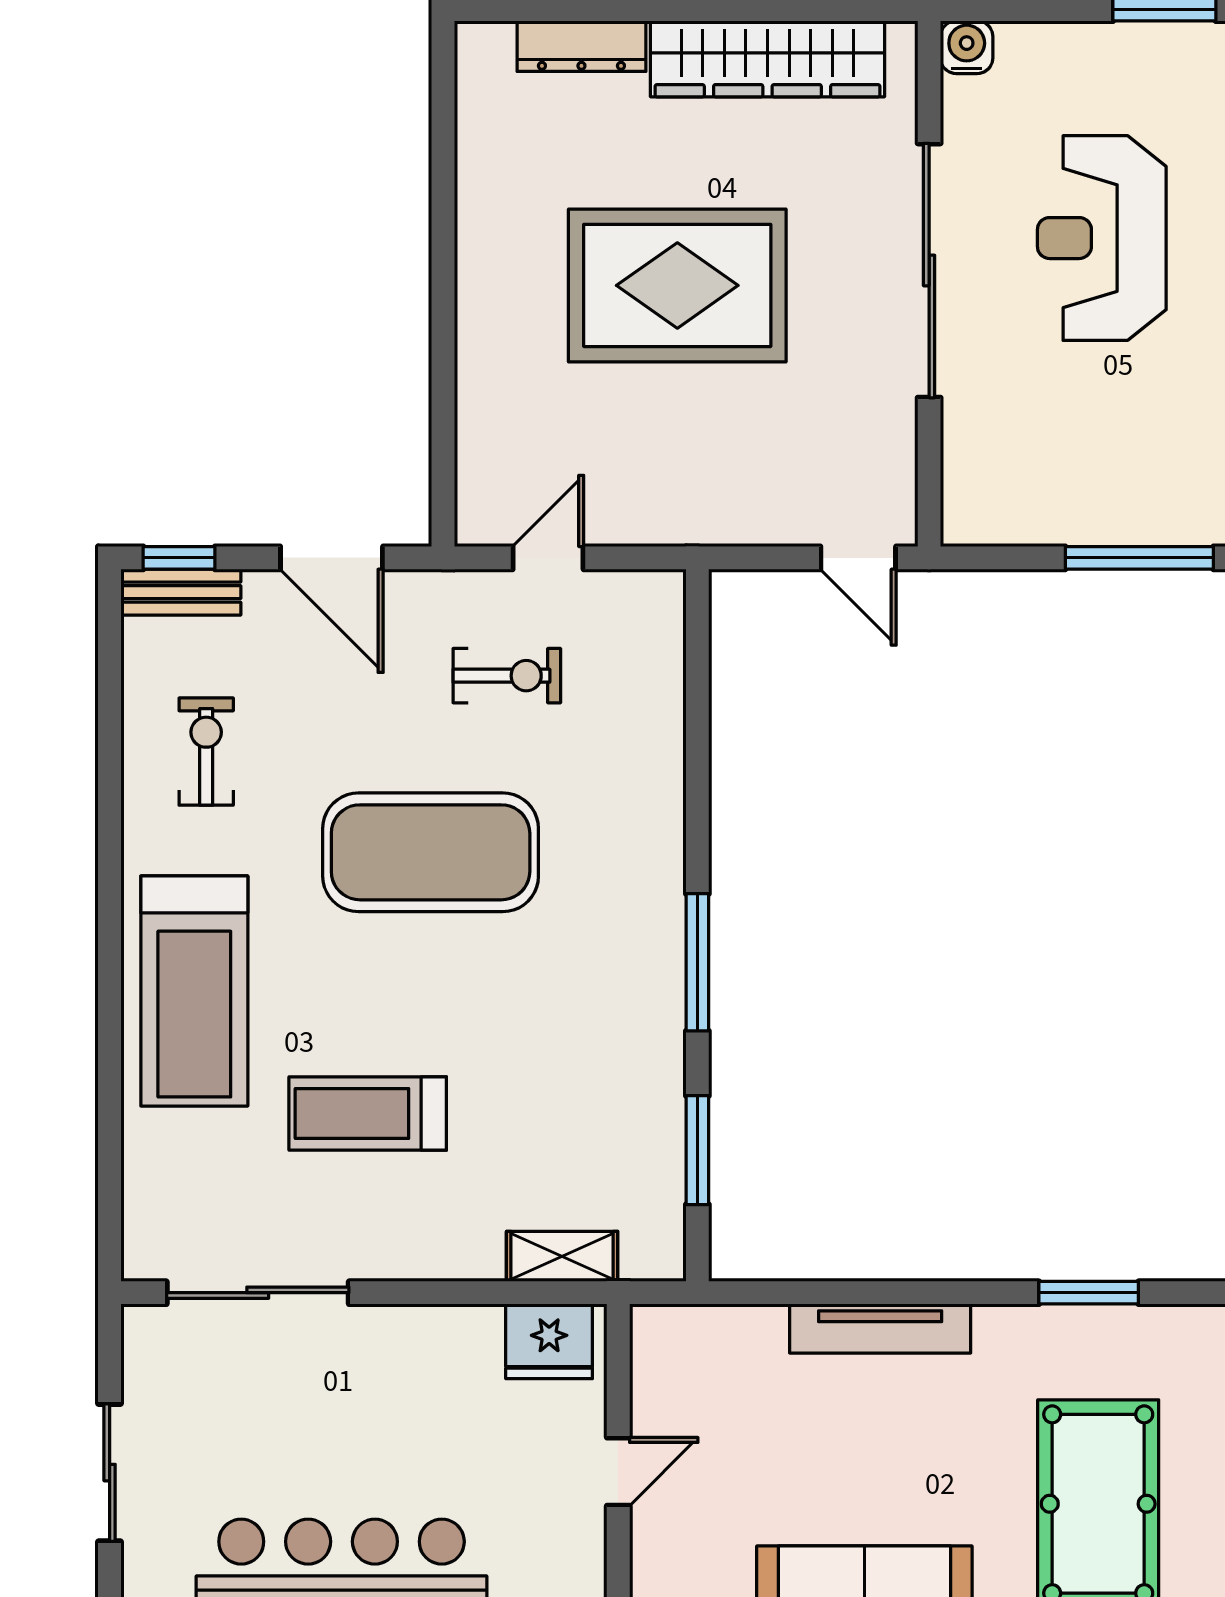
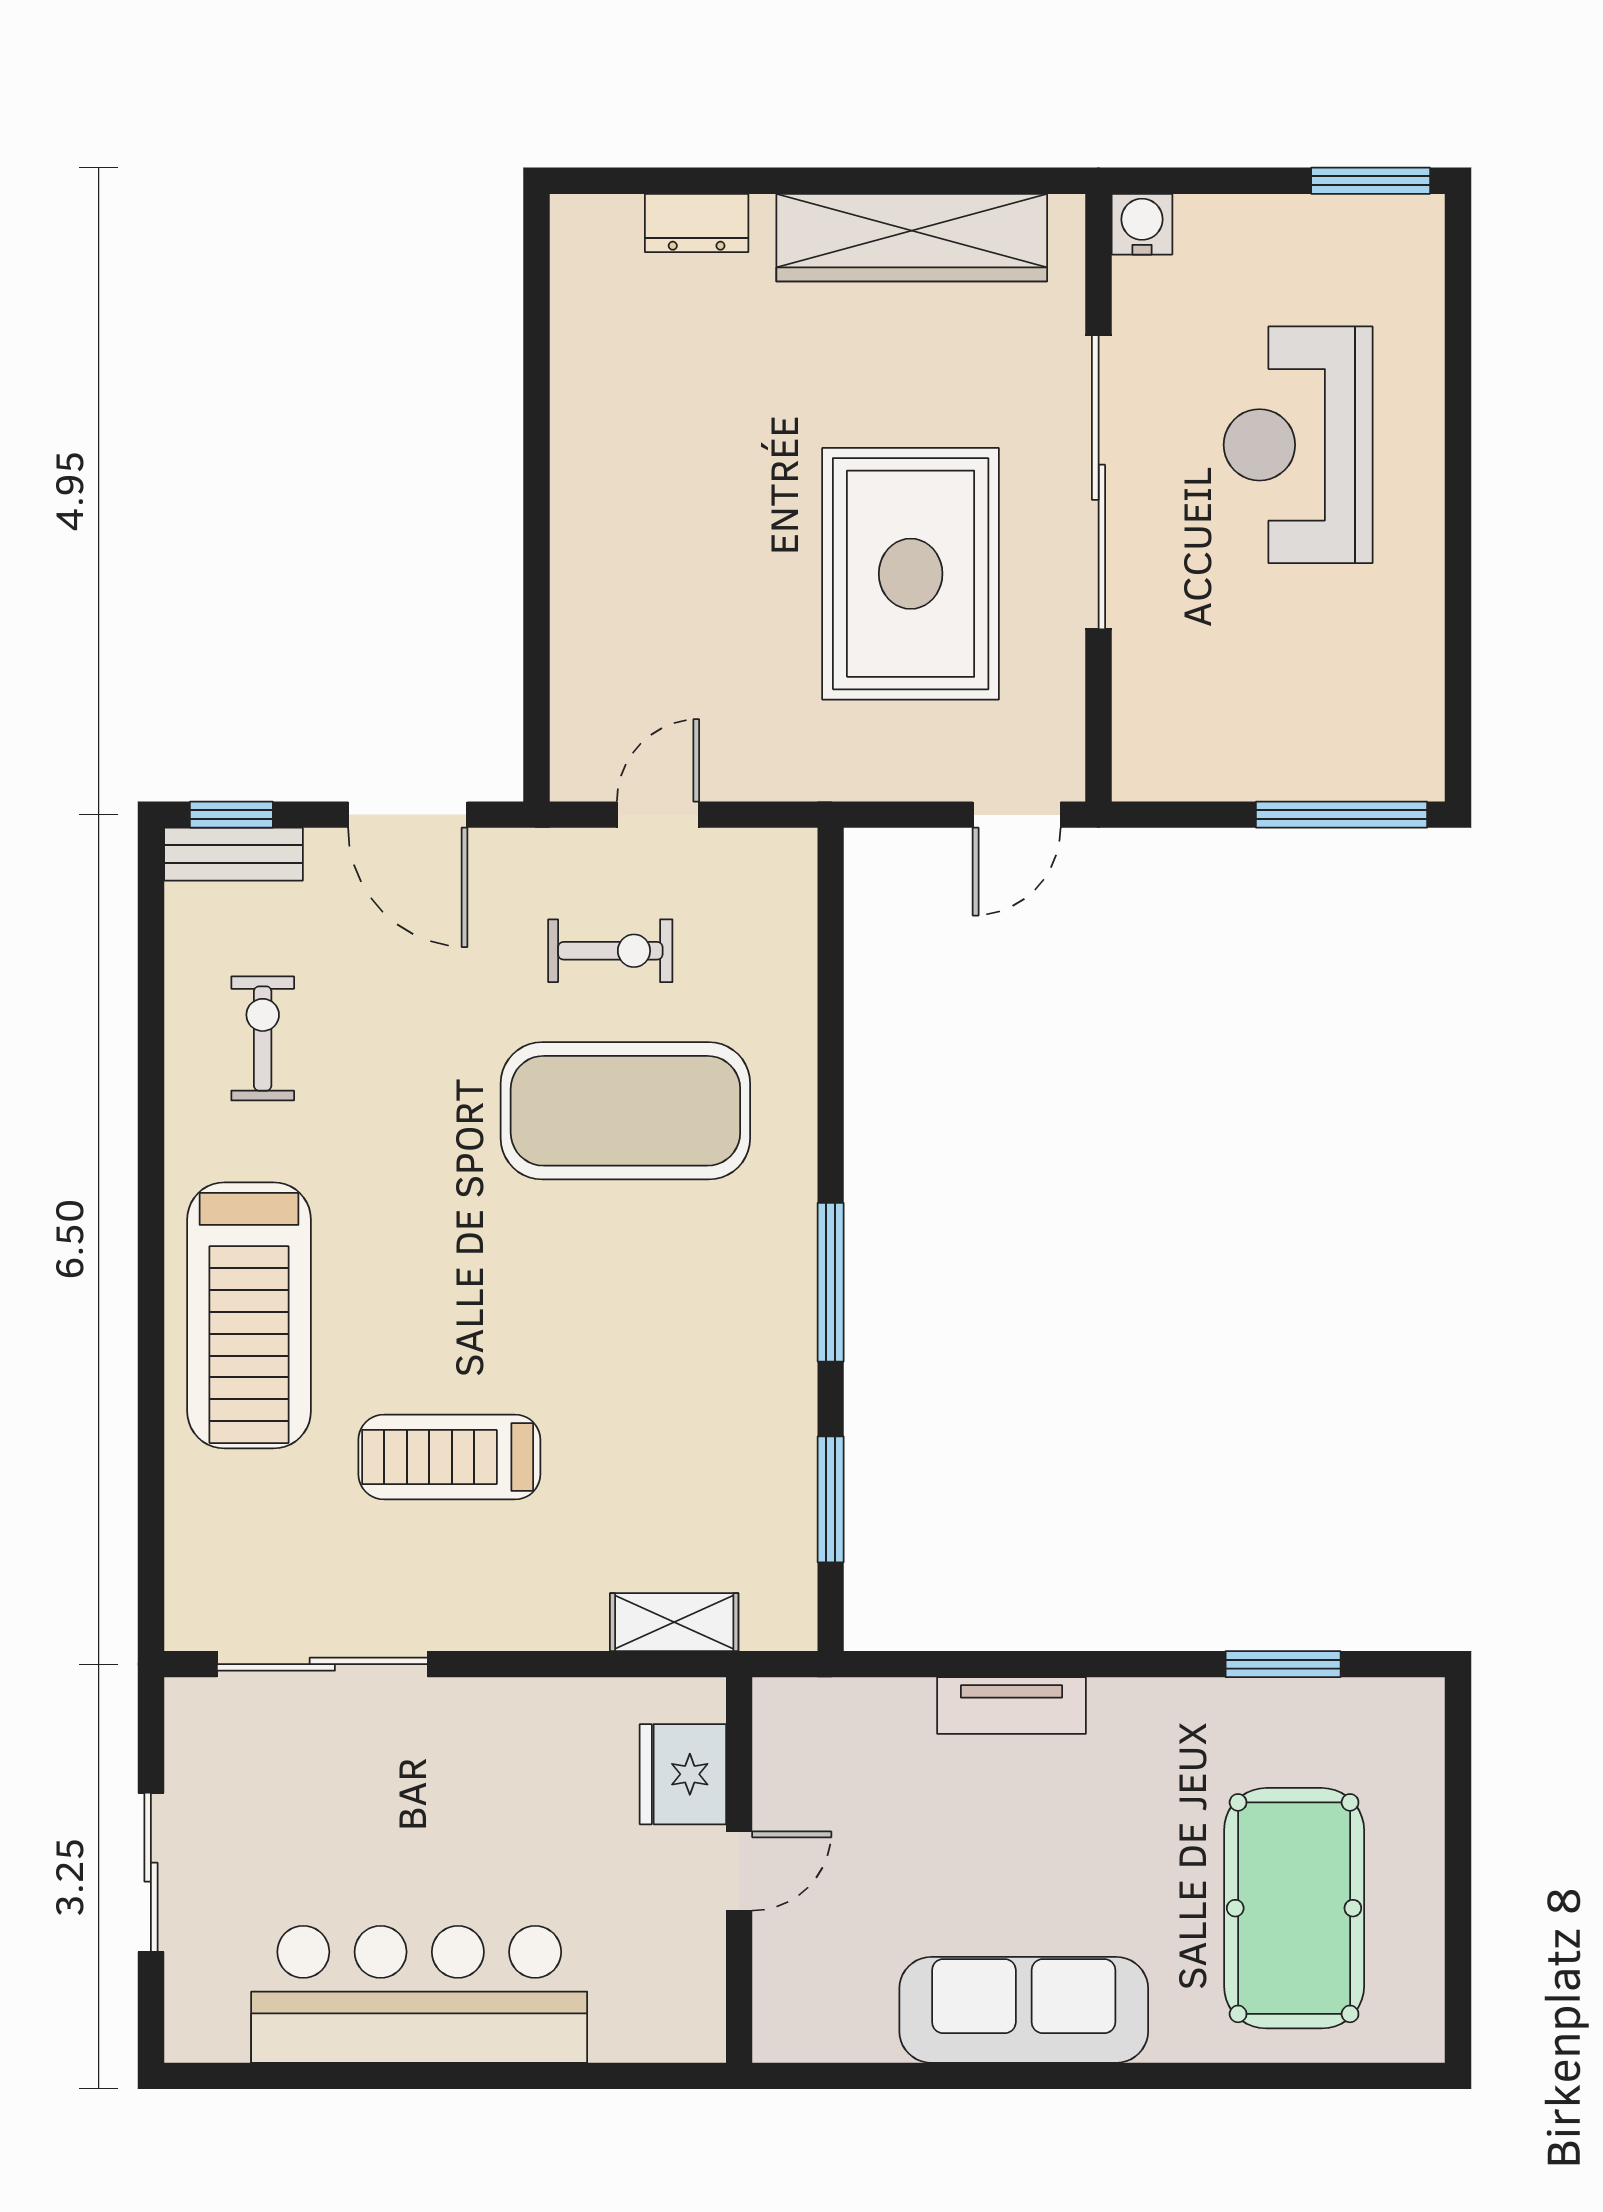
dresser: (581, 46) -> (697, 223), width x0.70
rug: (677, 285) -> (911, 574), moved, turned 90
door: (858, 558) -> (1017, 815), hinge flipped
exercise mat: (431, 852) -> (625, 1111), moved
tv unit: (880, 1329) -> (1011, 1706), width x0.71
fridge: (549, 1341) -> (683, 1774), moved, turned 90

